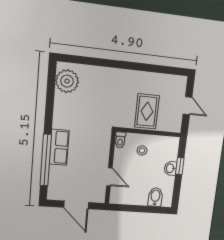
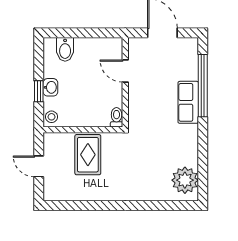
stool: (142, 150) -> (51, 117), moved

